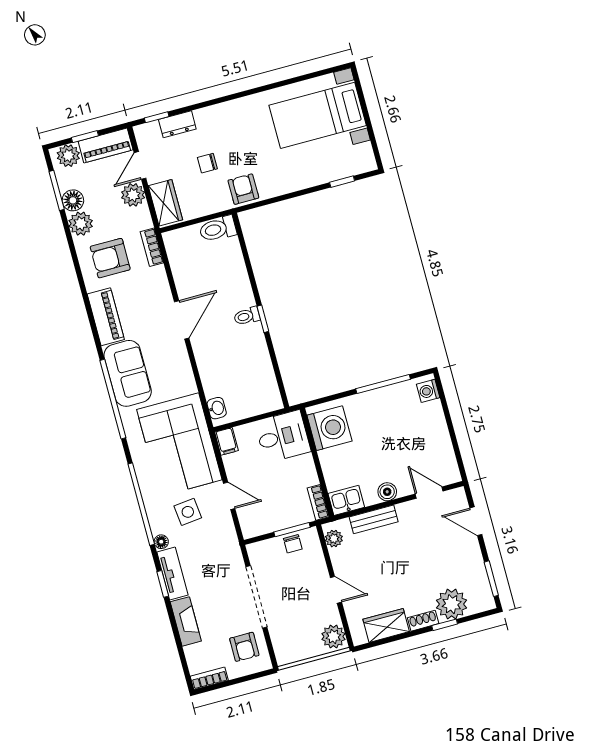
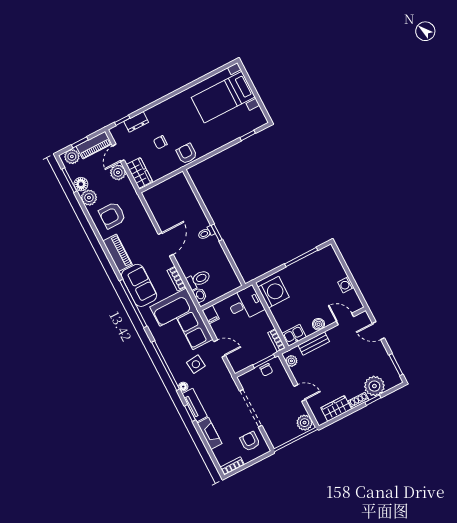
toilet: (218, 229) -> (198, 279), moved, turned 180
bookcase: (152, 247) -> (176, 279), moved
washing machine: (428, 391) -> (346, 285), moved
armchair: (244, 647) -> (250, 441), turned 180

